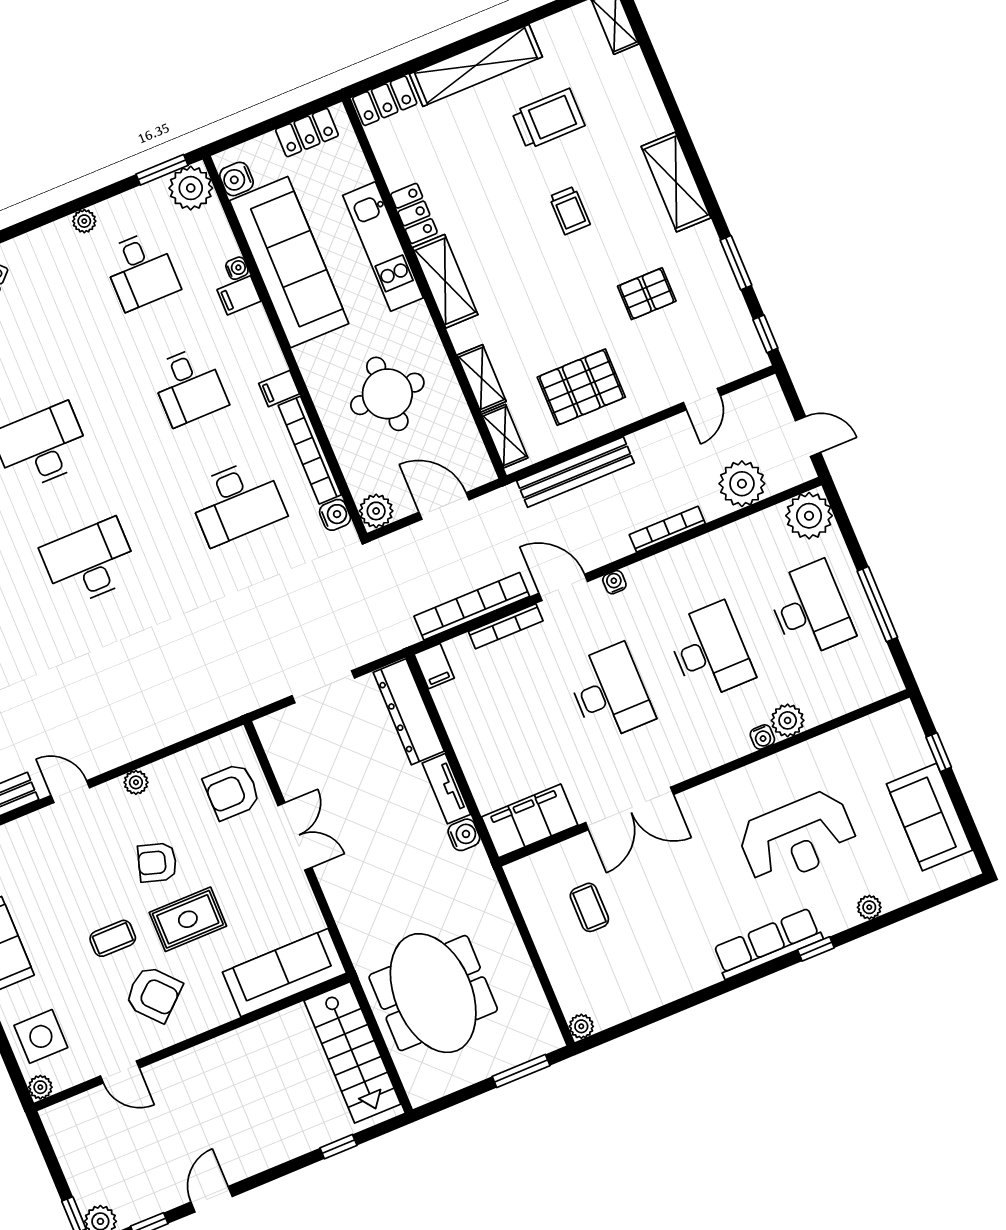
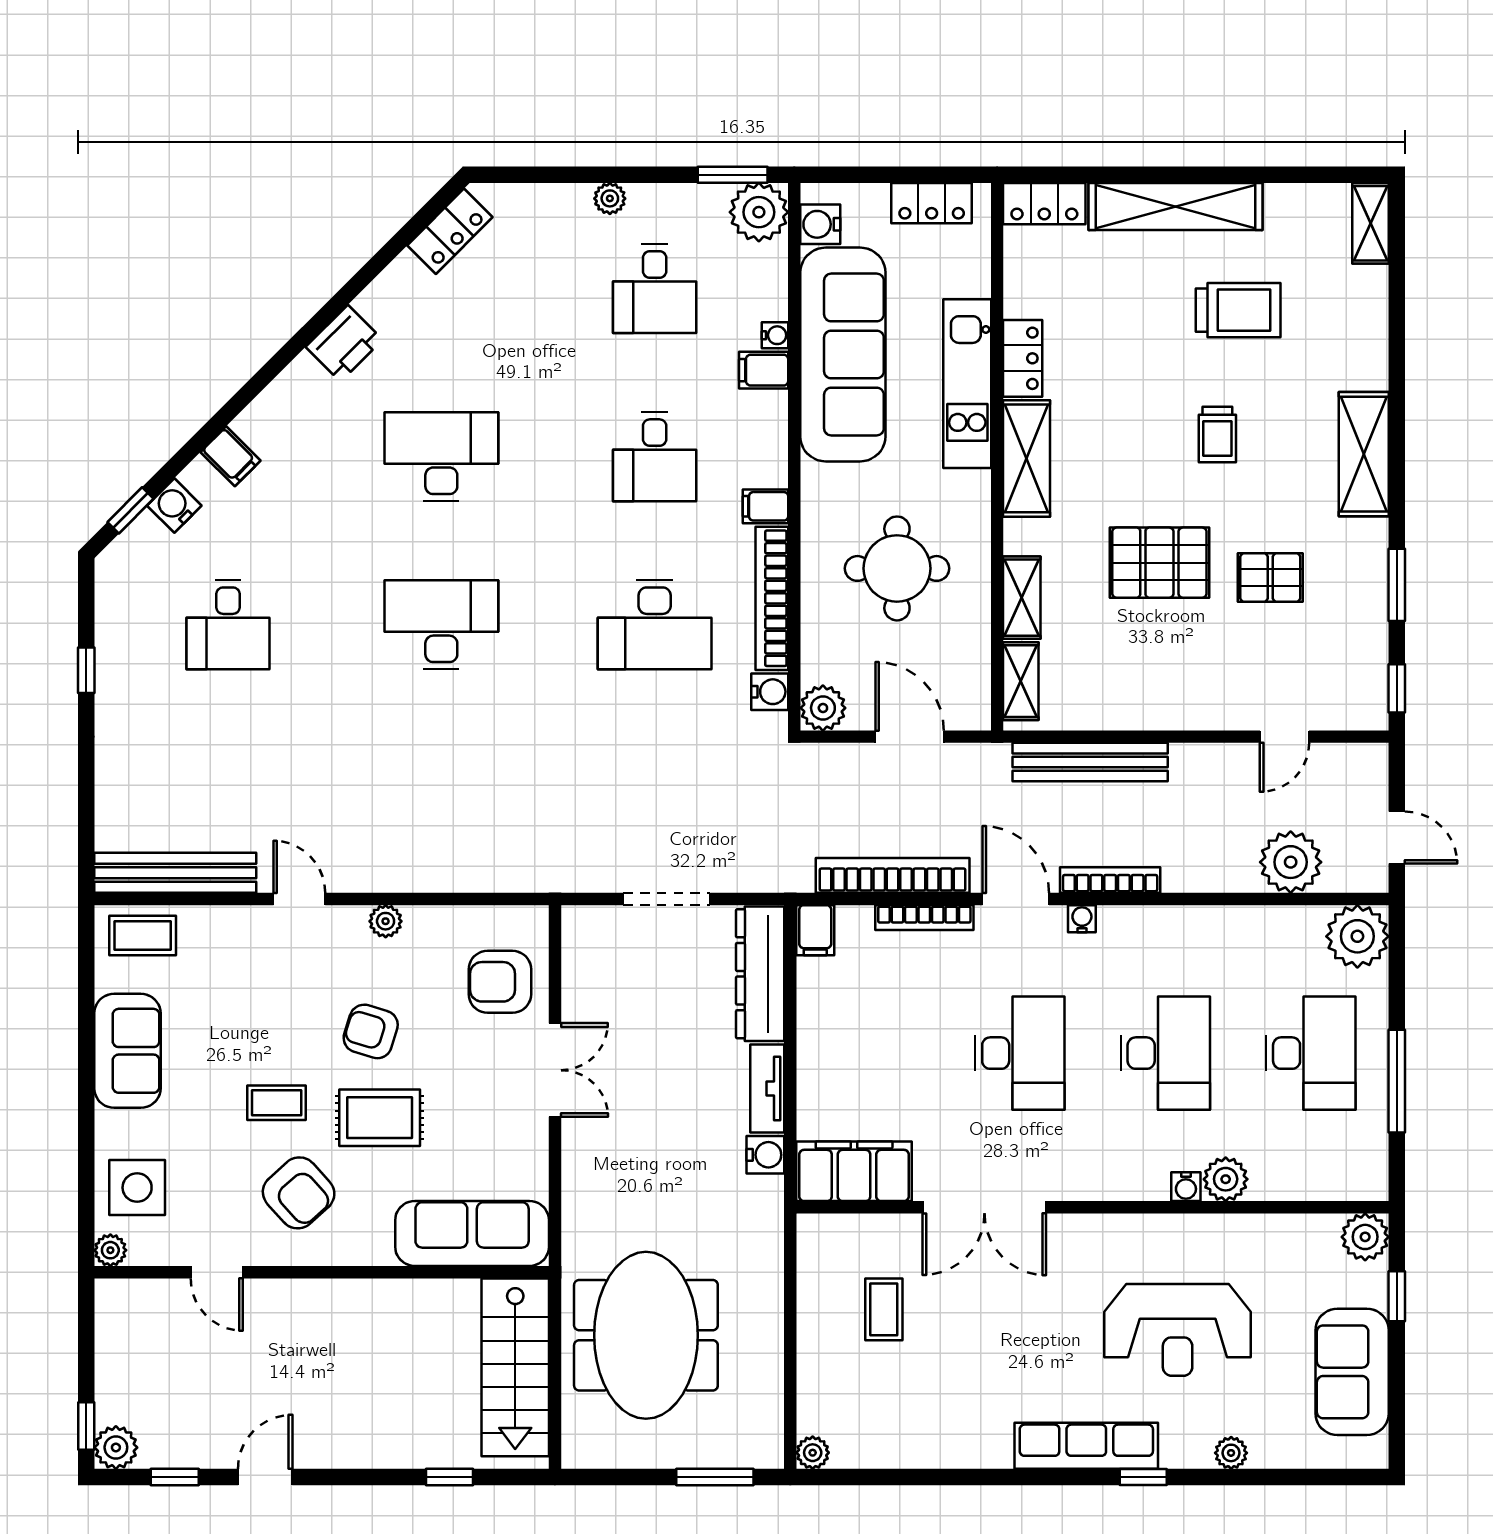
pallet: (581, 387) -> (1159, 563), moved
bookcase: (667, 529) -> (1110, 880), moved
plant: (900, 720) -> (1365, 1237), added

